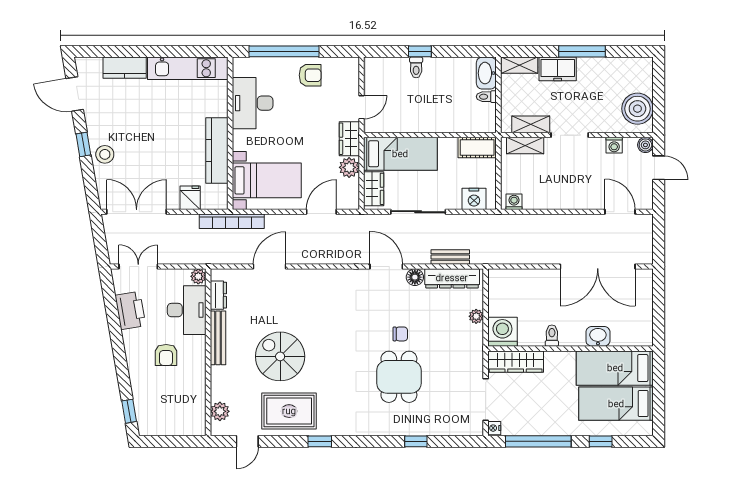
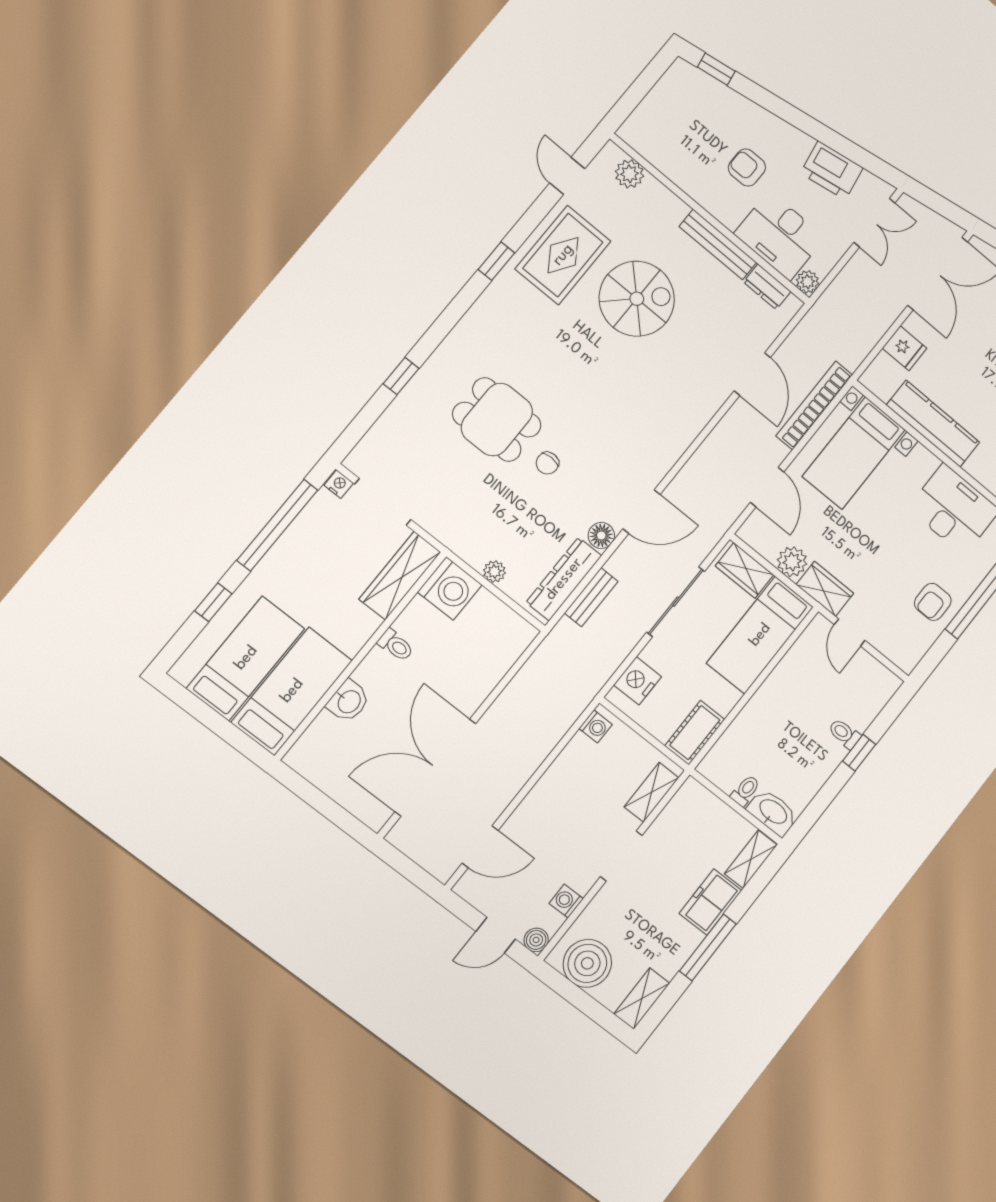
shelving: (531, 124) -> (642, 999), moved
bookcase: (232, 221) -> (814, 405), moved

